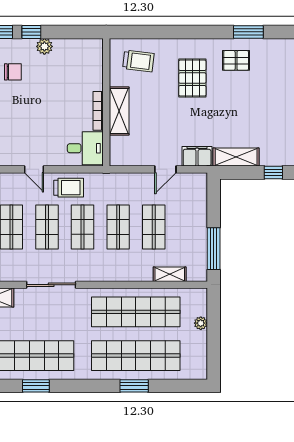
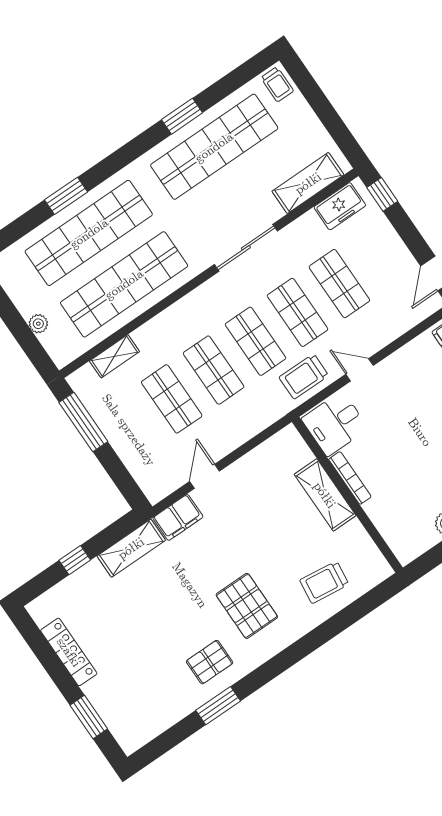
wall: (106, 102) -> (347, 495), moved
bookcase: (98, 111) -> (350, 478), moved
shelving: (119, 111) -> (325, 495), moved
desk: (85, 148) -> (335, 424), moved

